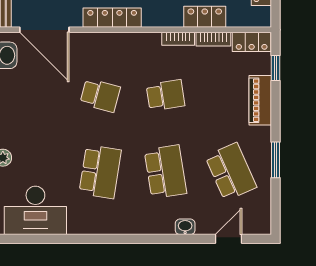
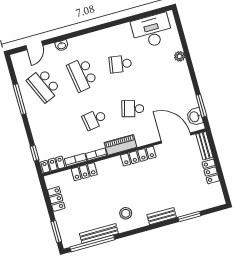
piano: (260, 100) -> (121, 145), moved, turned -90
window: (276, 160) -> (20, 99), width x1.44
school desk: (100, 172) -> (120, 64), width x0.54

